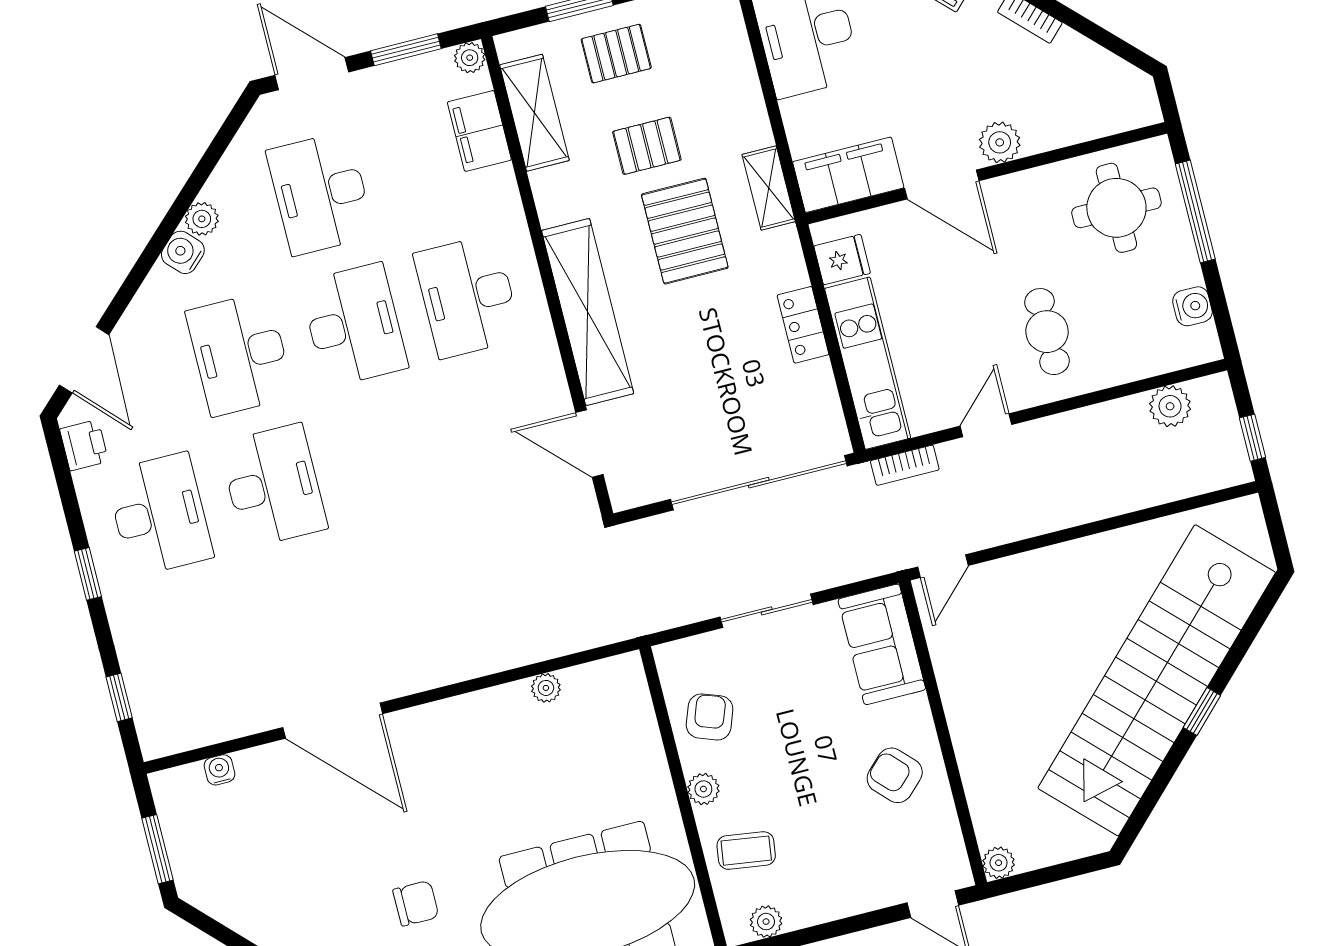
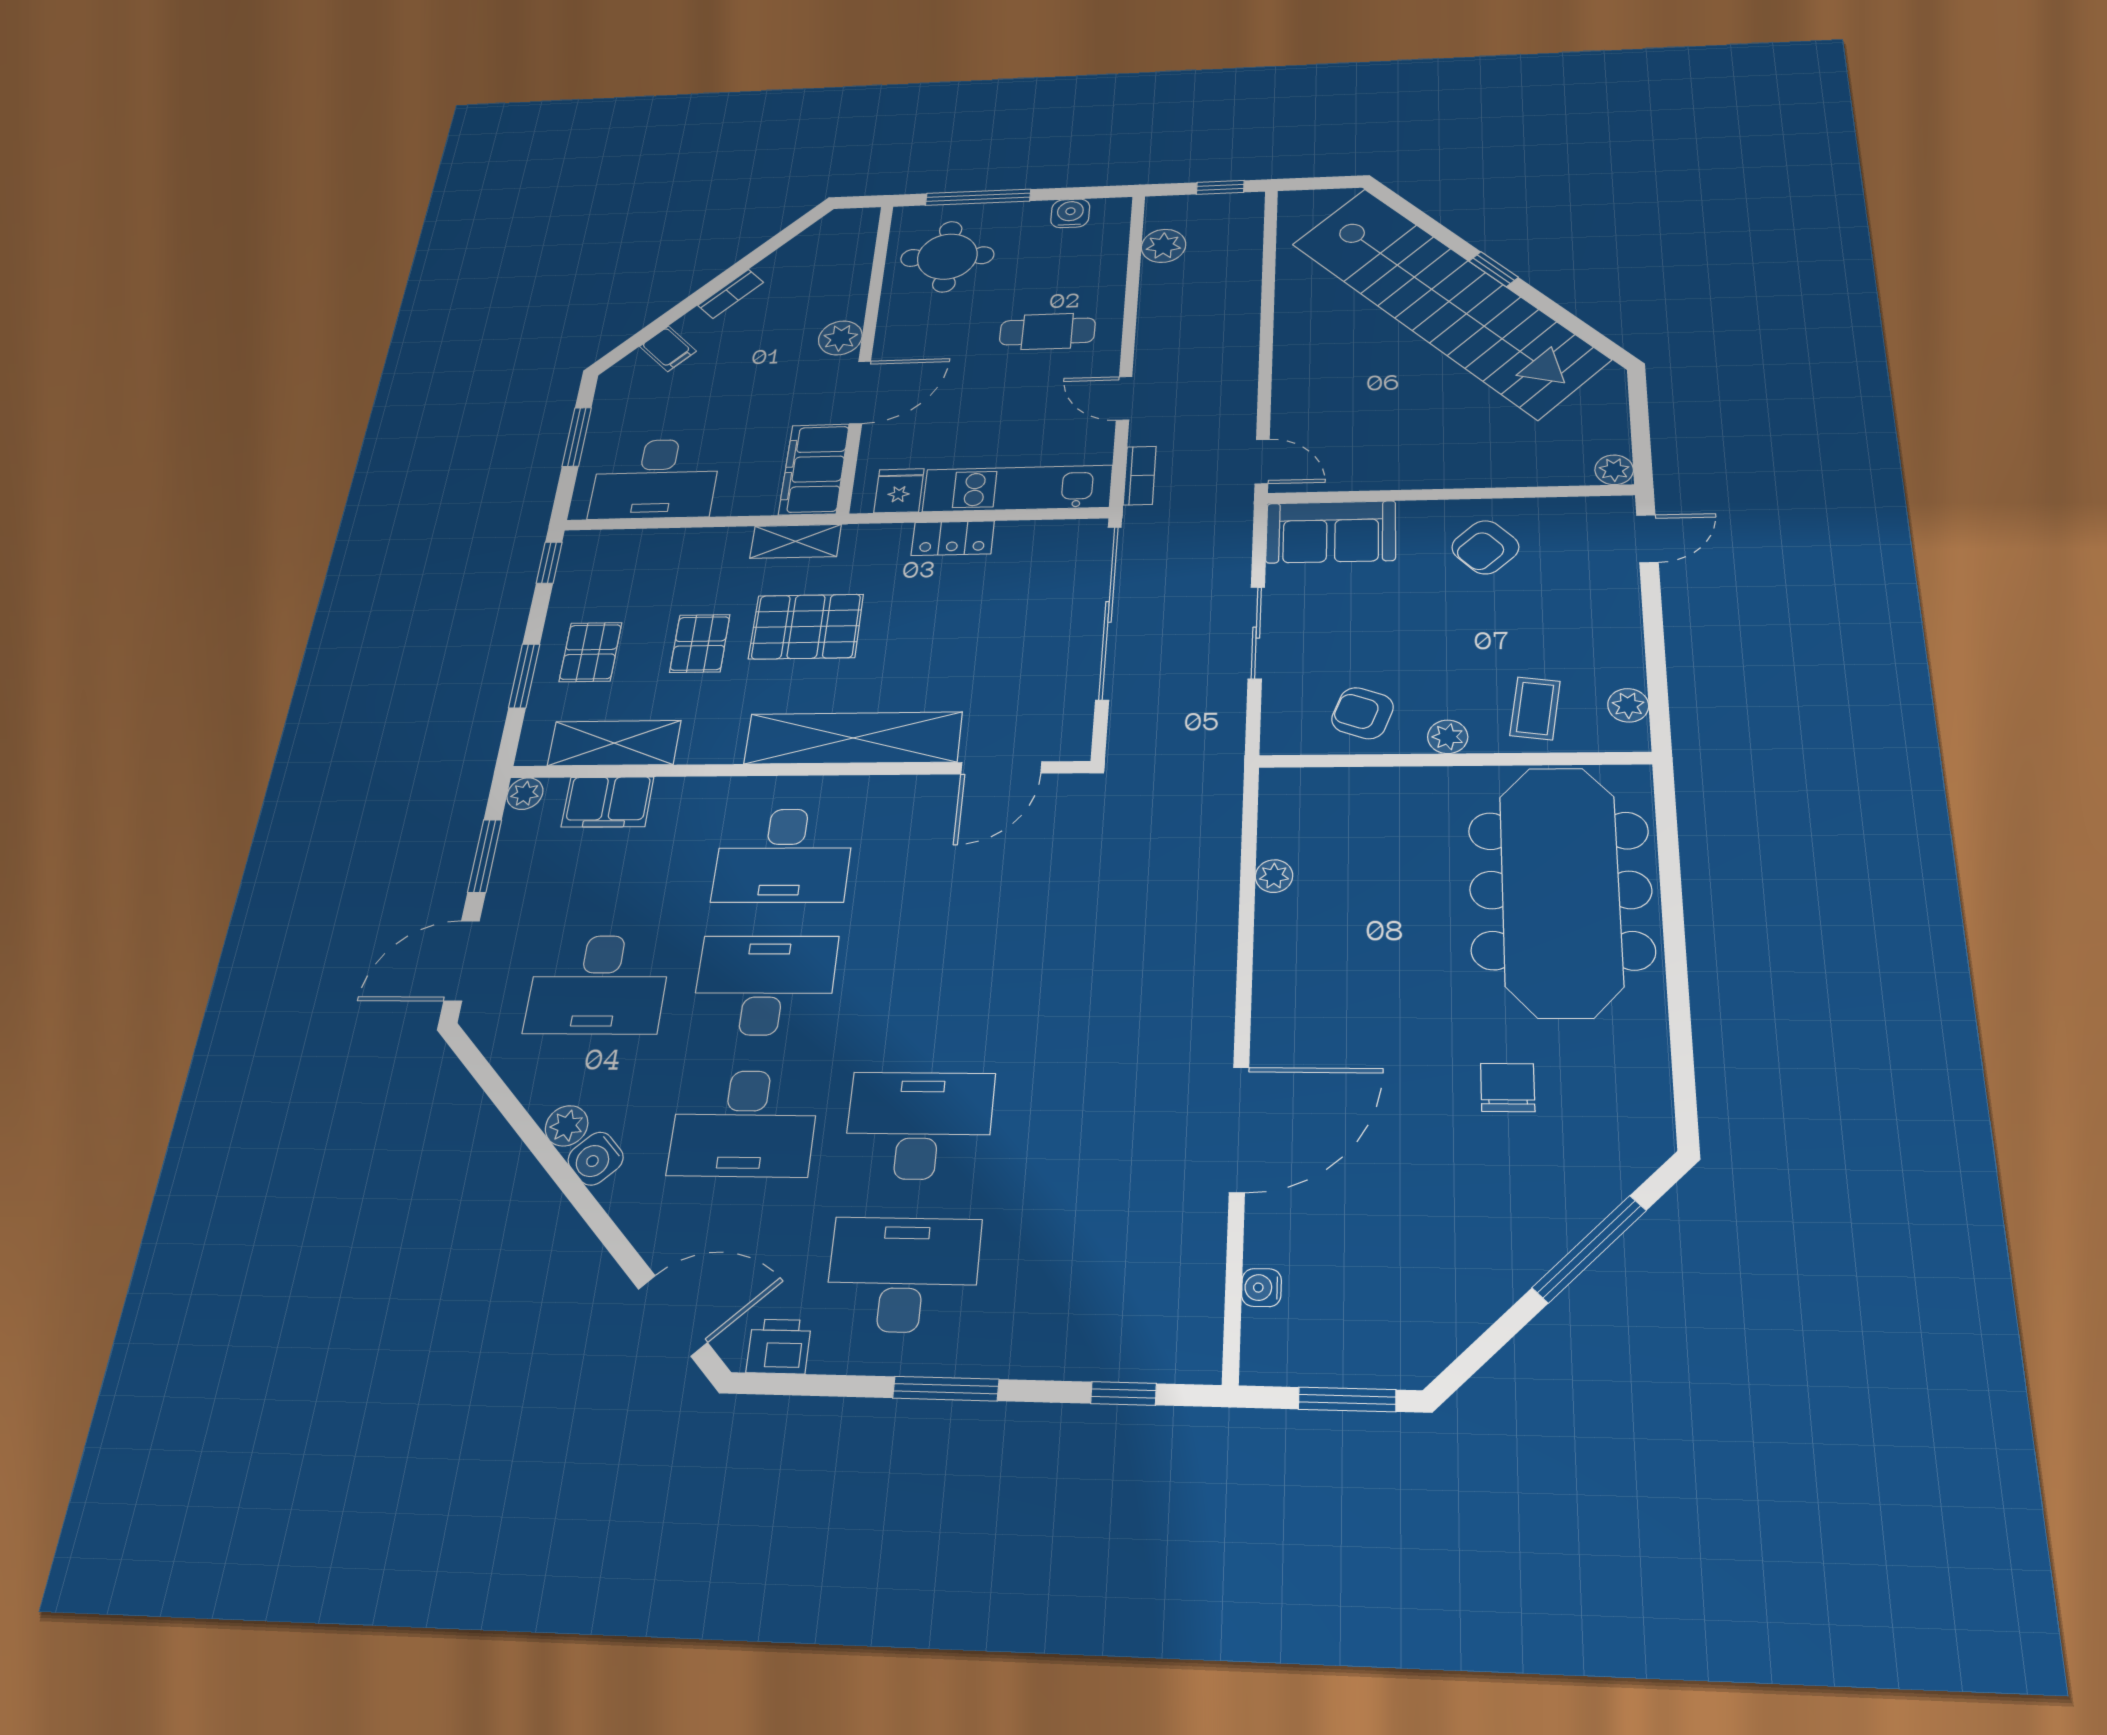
window: (88, 574) -> (946, 1389), width x1.50

